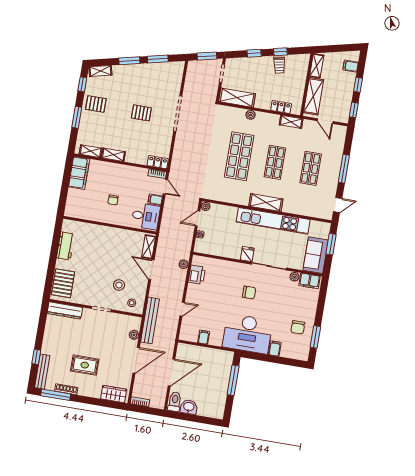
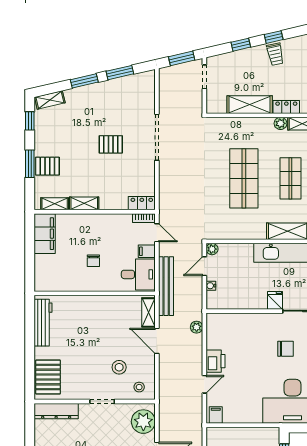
shelving: (237, 98) -> (250, 105), moved
pallet: (96, 104) -> (47, 166), moved
plant: (251, 115) -> (280, 123), moved
workbench: (65, 246) -> (43, 323), width x1.38
printer: (197, 275) -> (216, 361), moved
bench: (150, 320) -> (166, 286), moved
plant: (134, 335) -> (143, 422), width x1.87, depth x1.87
filing cabinet: (204, 337) -> (216, 415), moved

